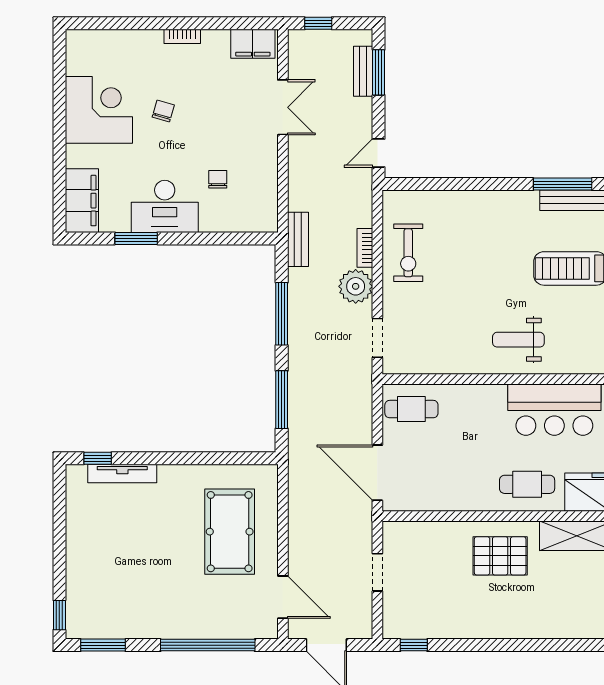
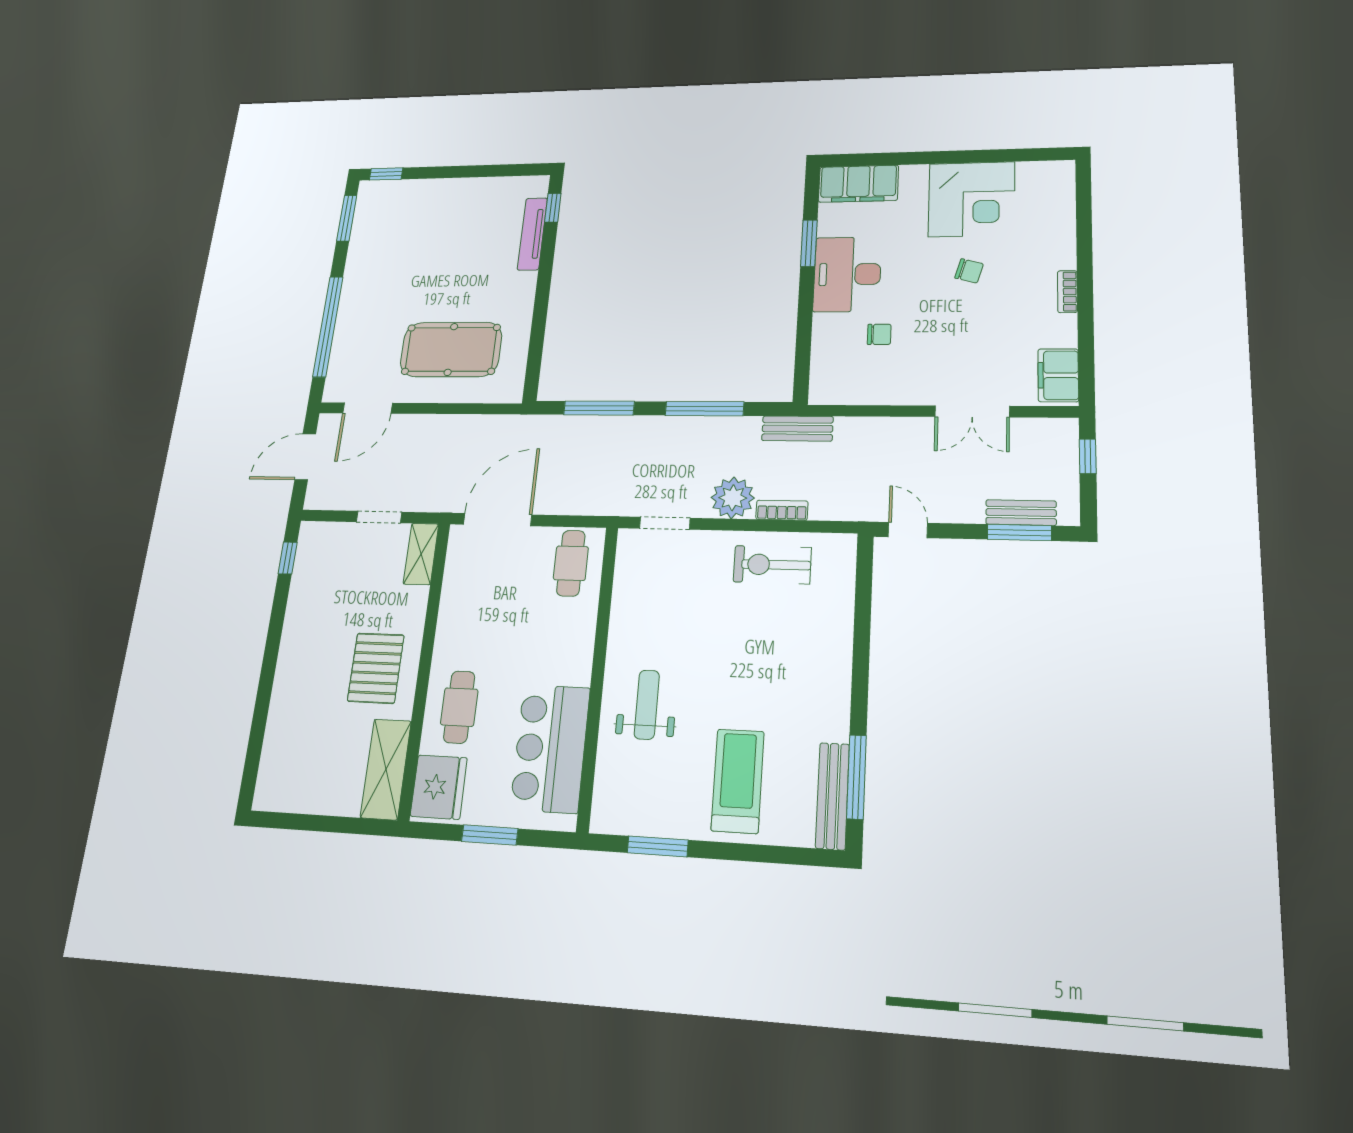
shelving: (407, 532) -> (421, 554), added

